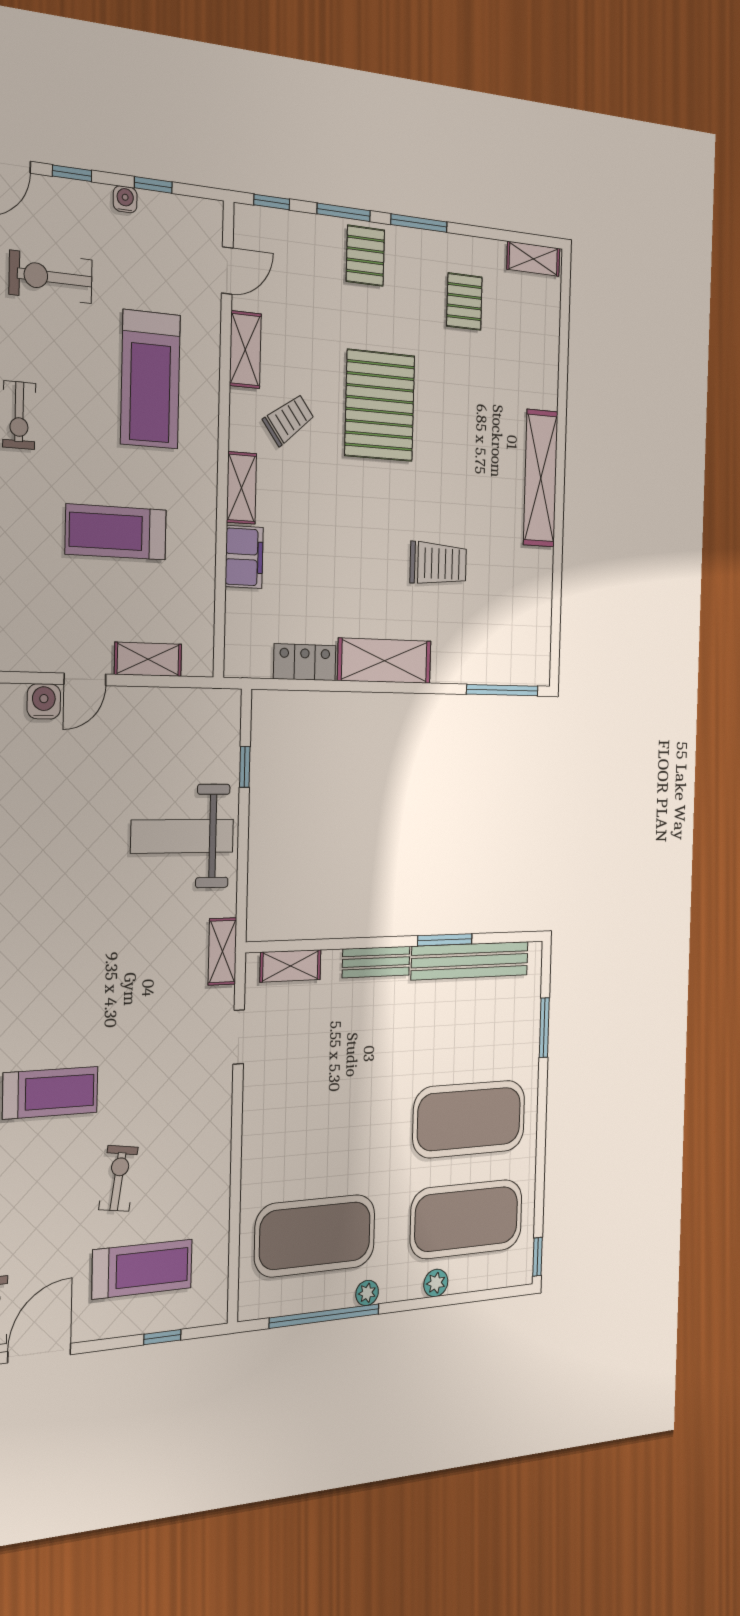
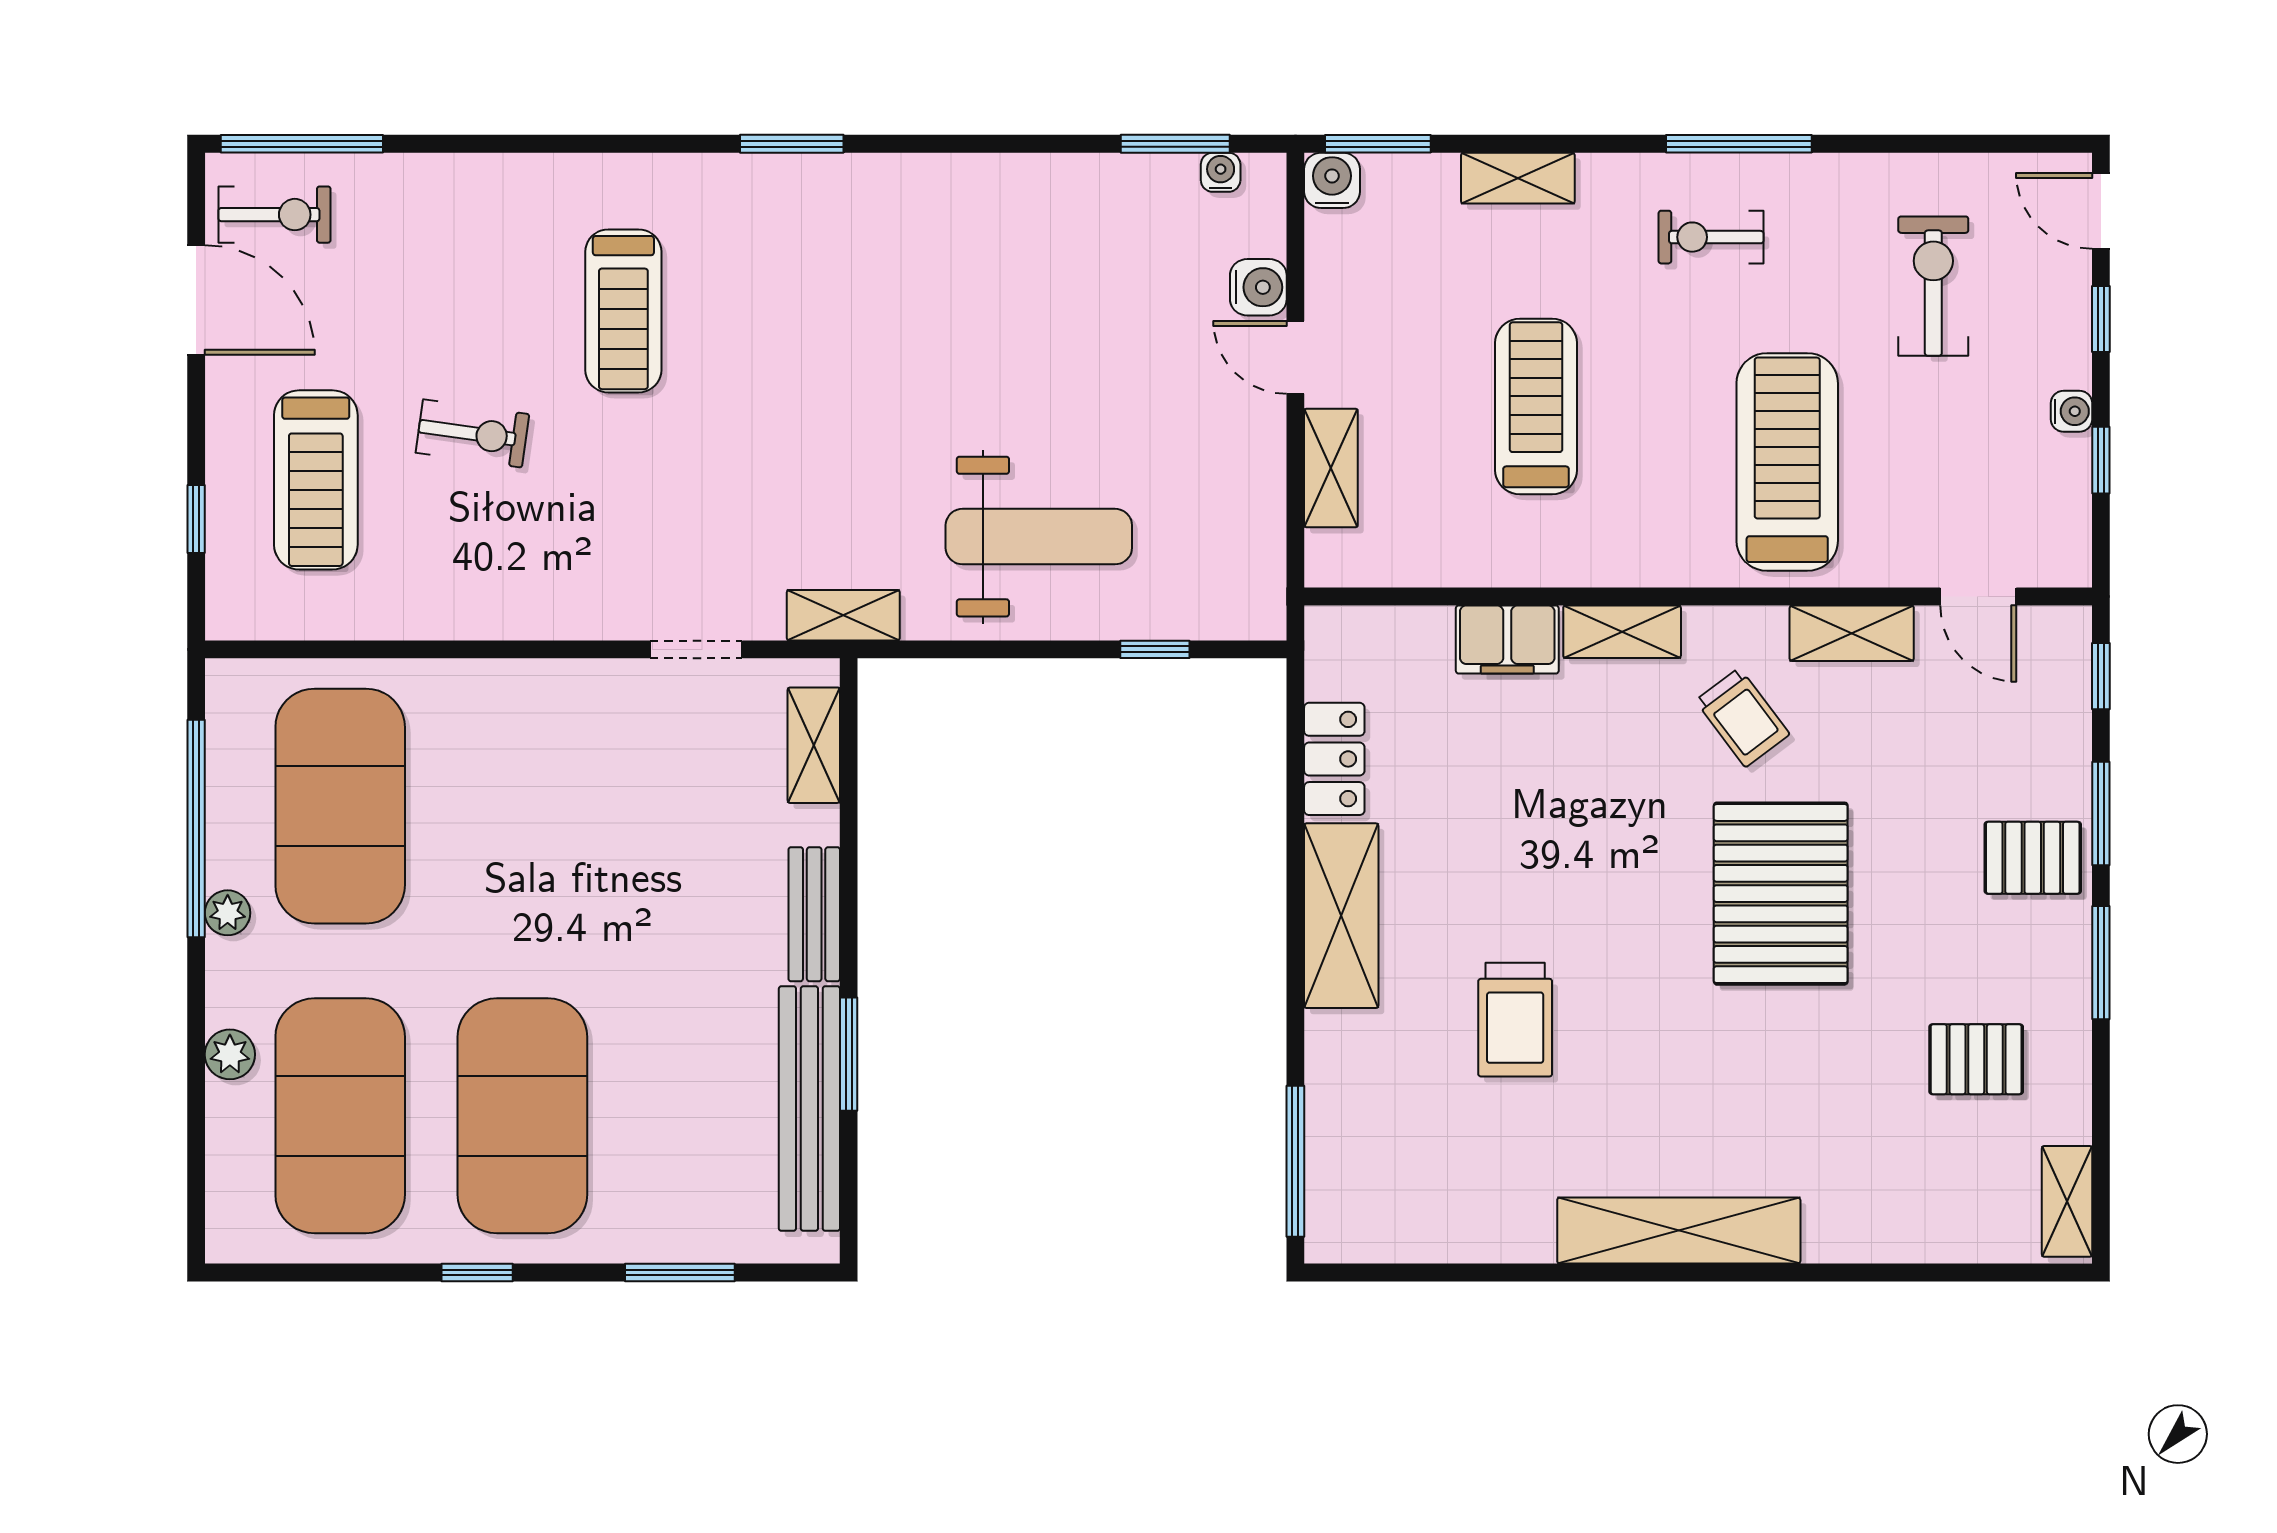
treadmill: (150, 379) -> (1787, 462), turned 90
pallet: (380, 406) -> (1781, 894), turned 90
weight bench: (182, 836) -> (1039, 537), turned 90
window: (538, 1257) -> (477, 1273), moved

